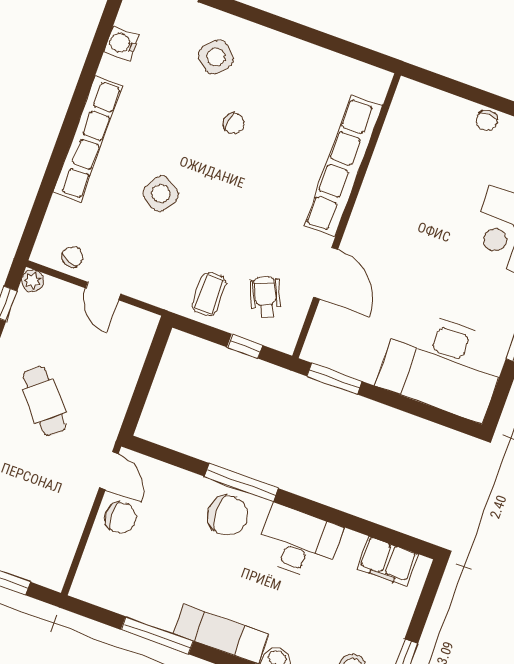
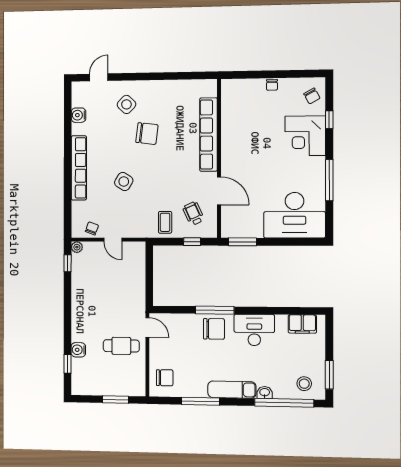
chair: (234, 123) -> (147, 134), width x1.87, depth x1.87
cafe table: (44, 401) -> (121, 346), moved, turned -50
chair: (121, 518) -> (165, 378), moved

